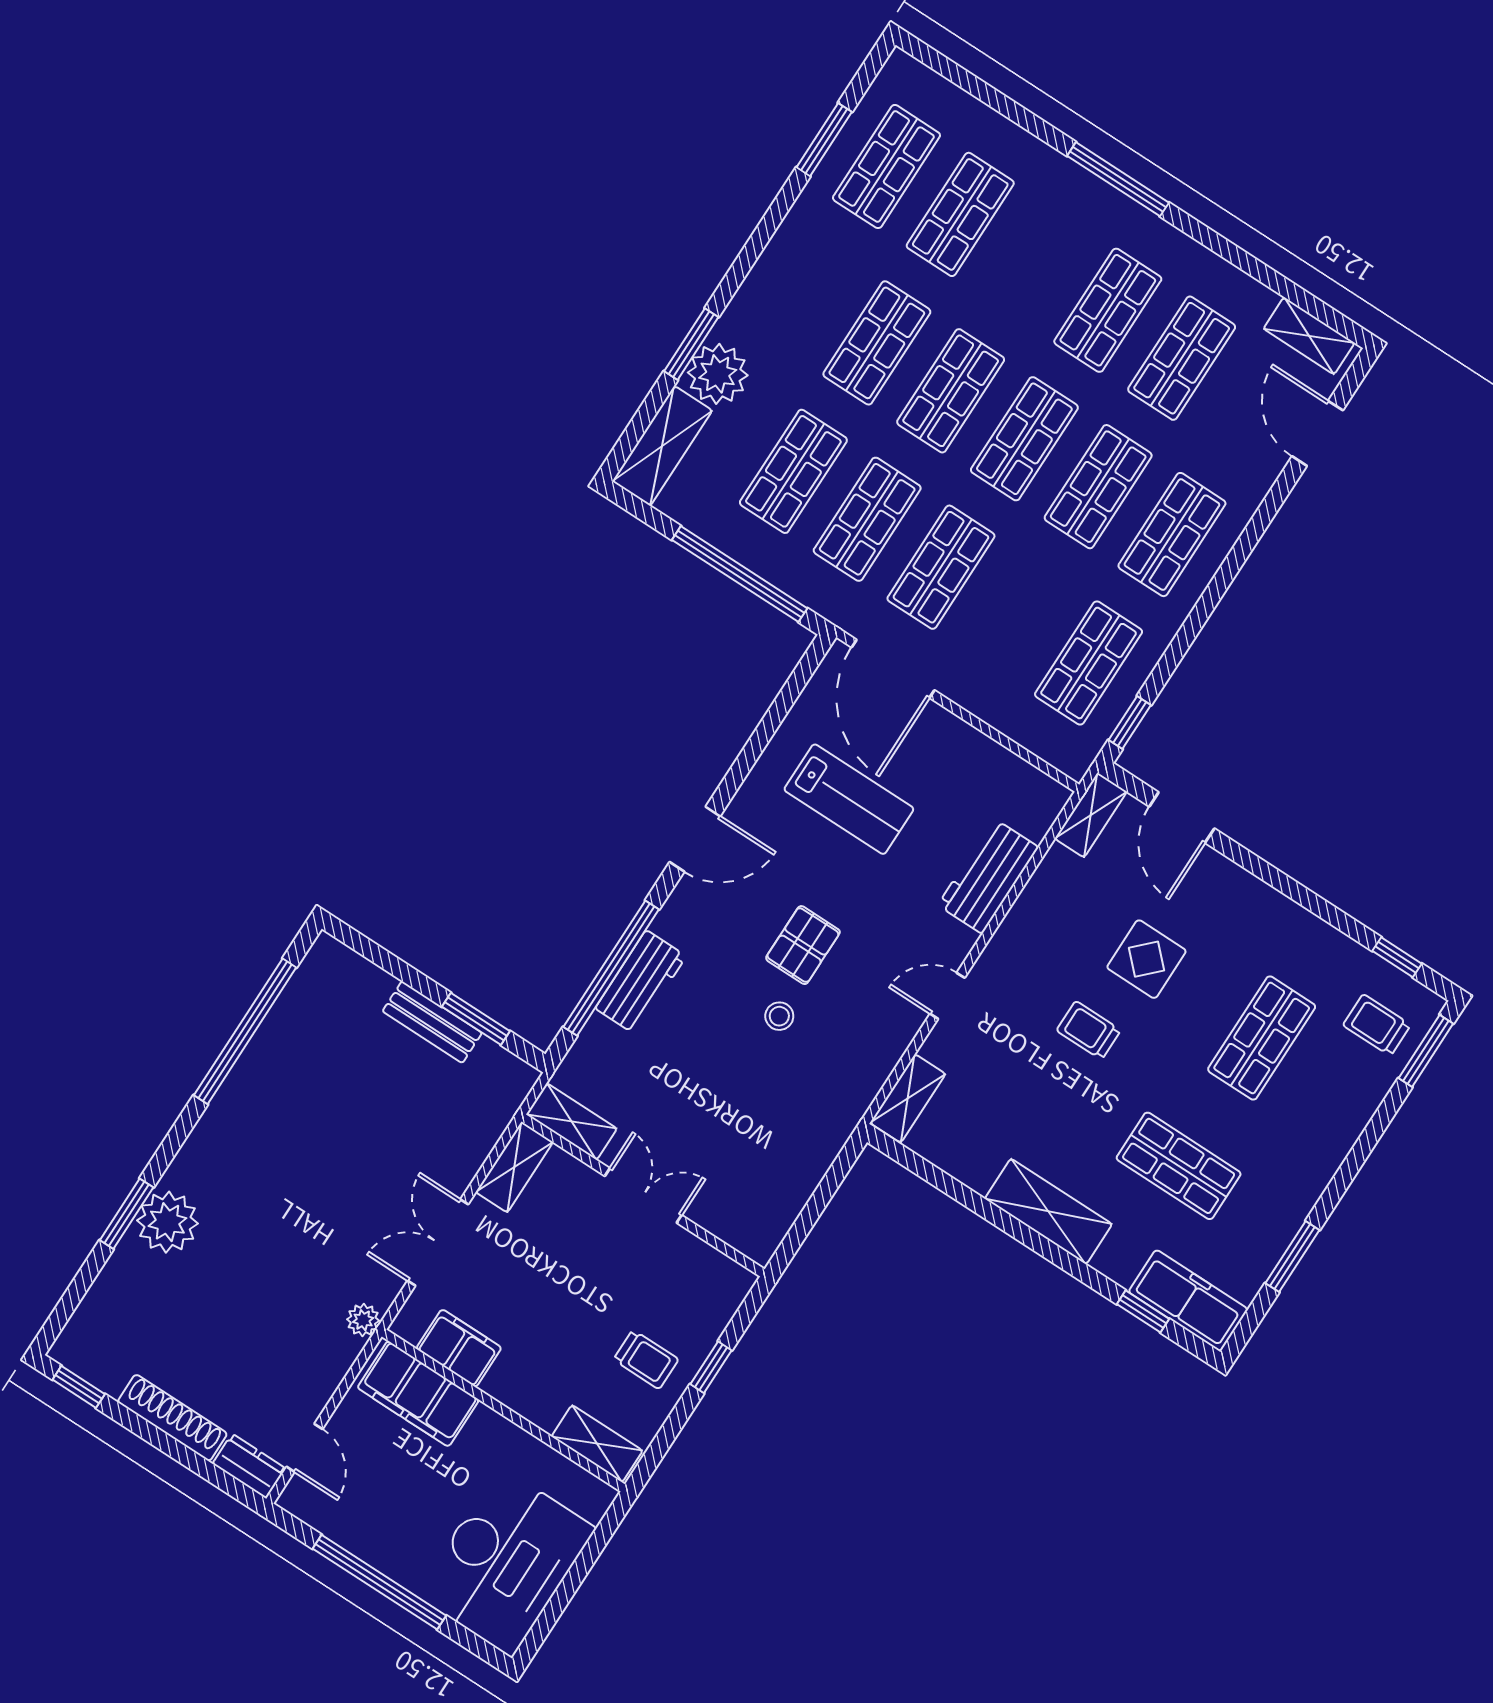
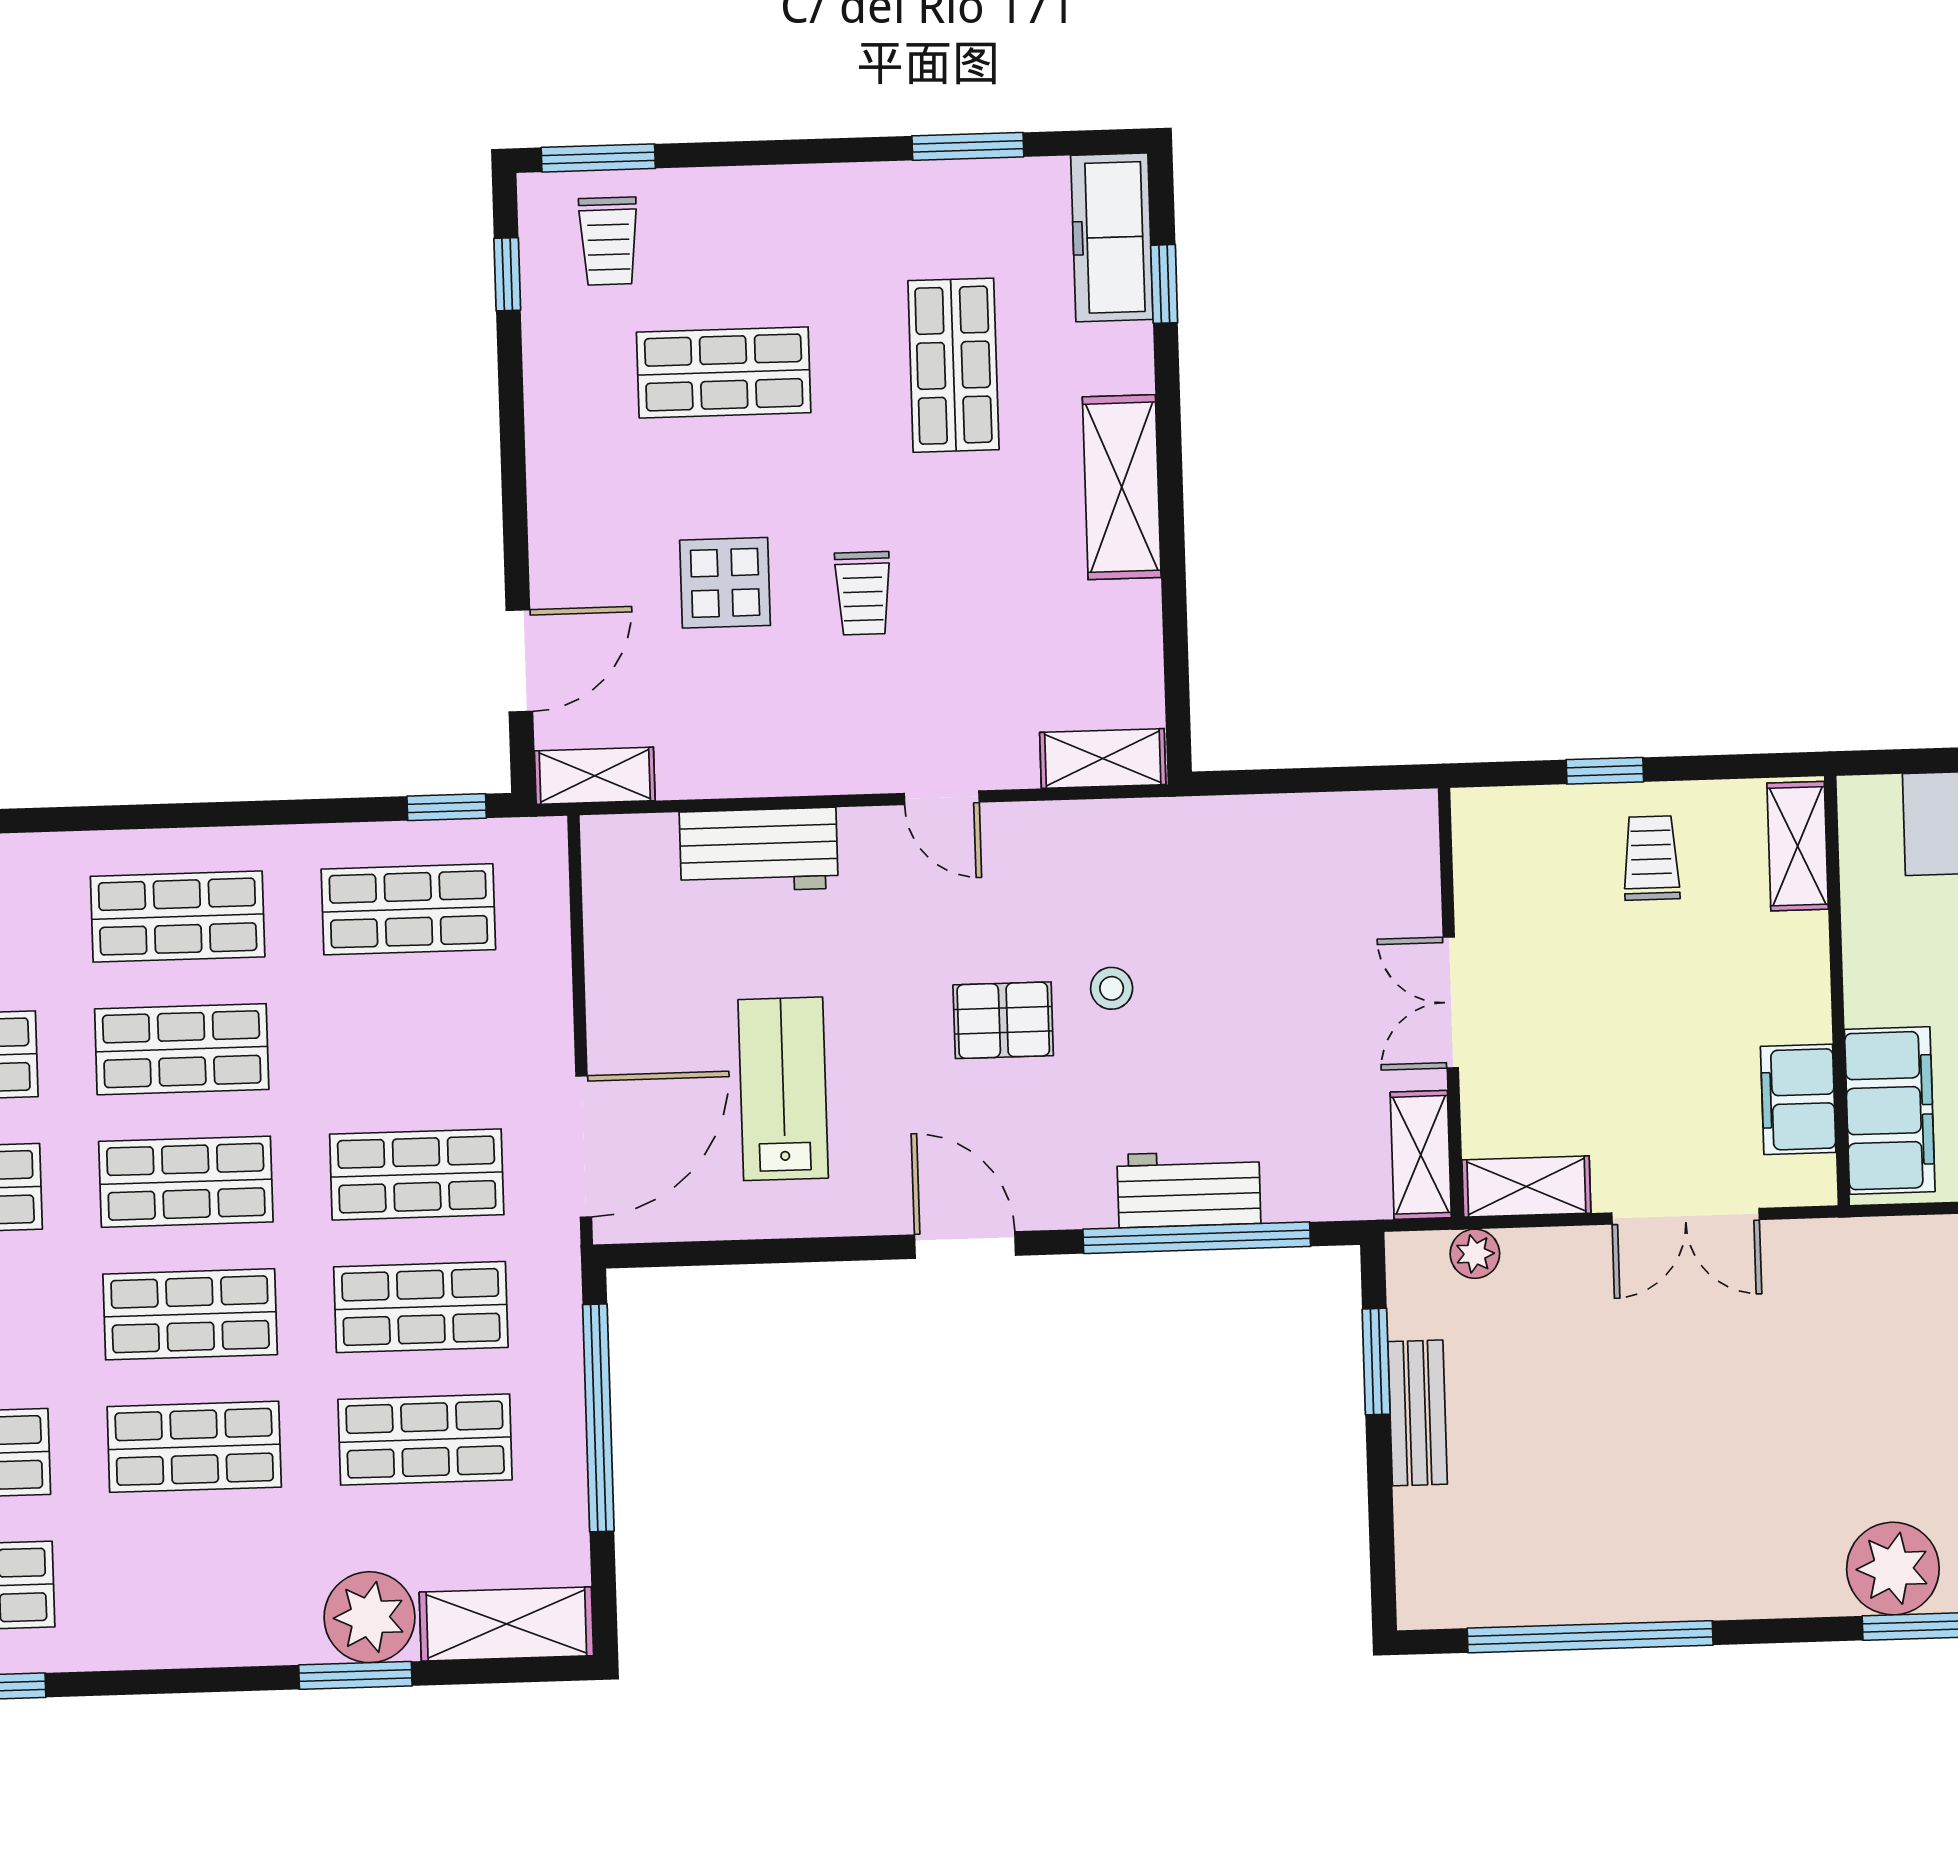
plant: (363, 1320) -> (1475, 1254), moved

